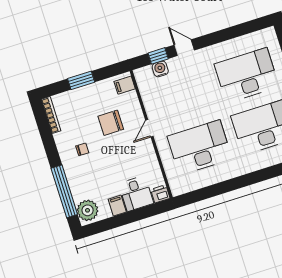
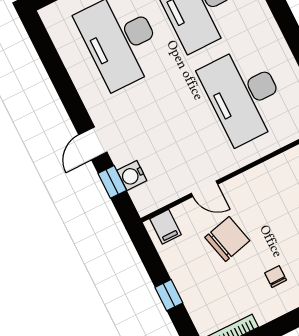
window: (81, 80) -> (169, 295), width x0.67
chair: (111, 123) -> (227, 239), turned -104
door: (149, 128) -> (205, 189), moved

